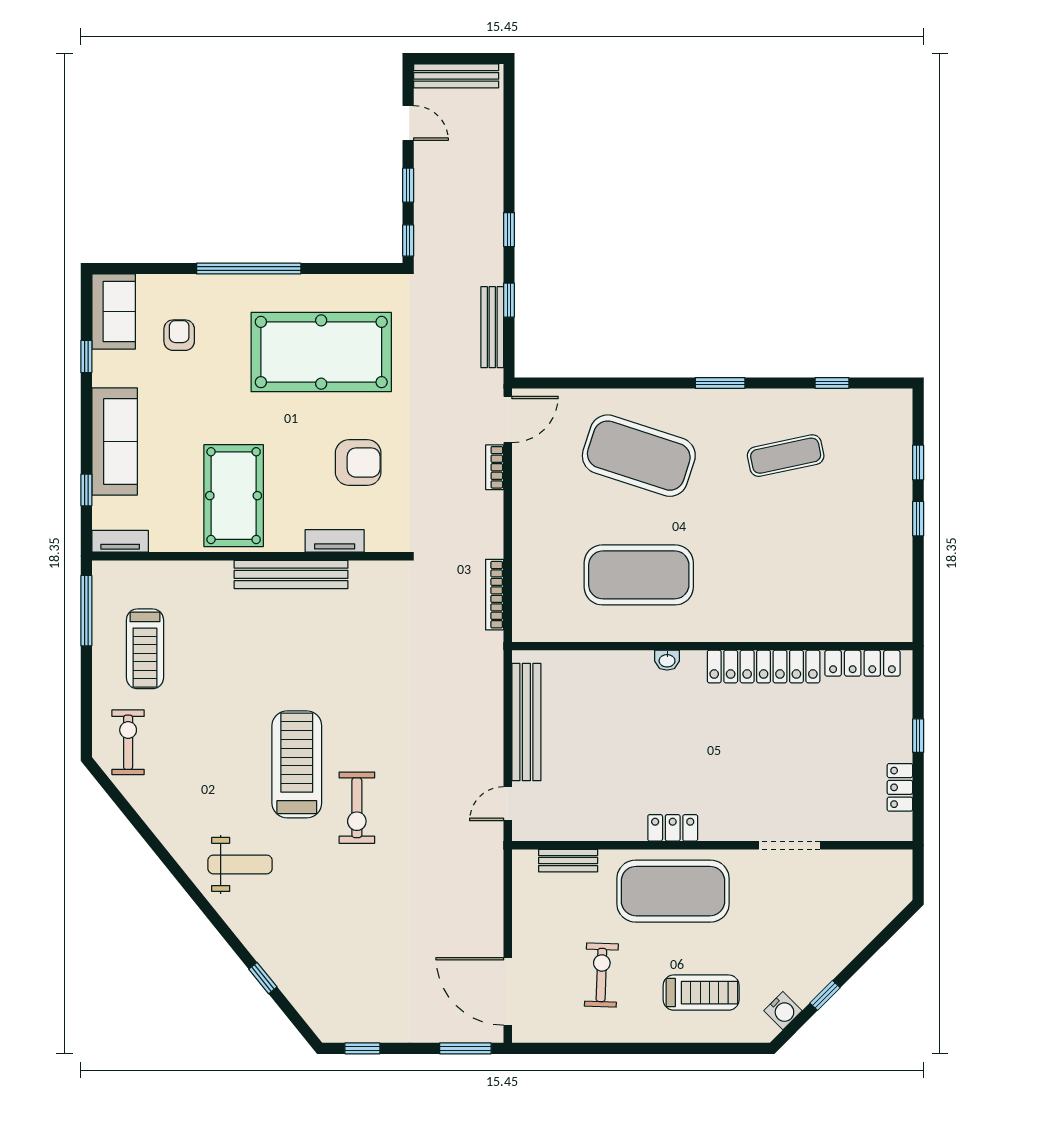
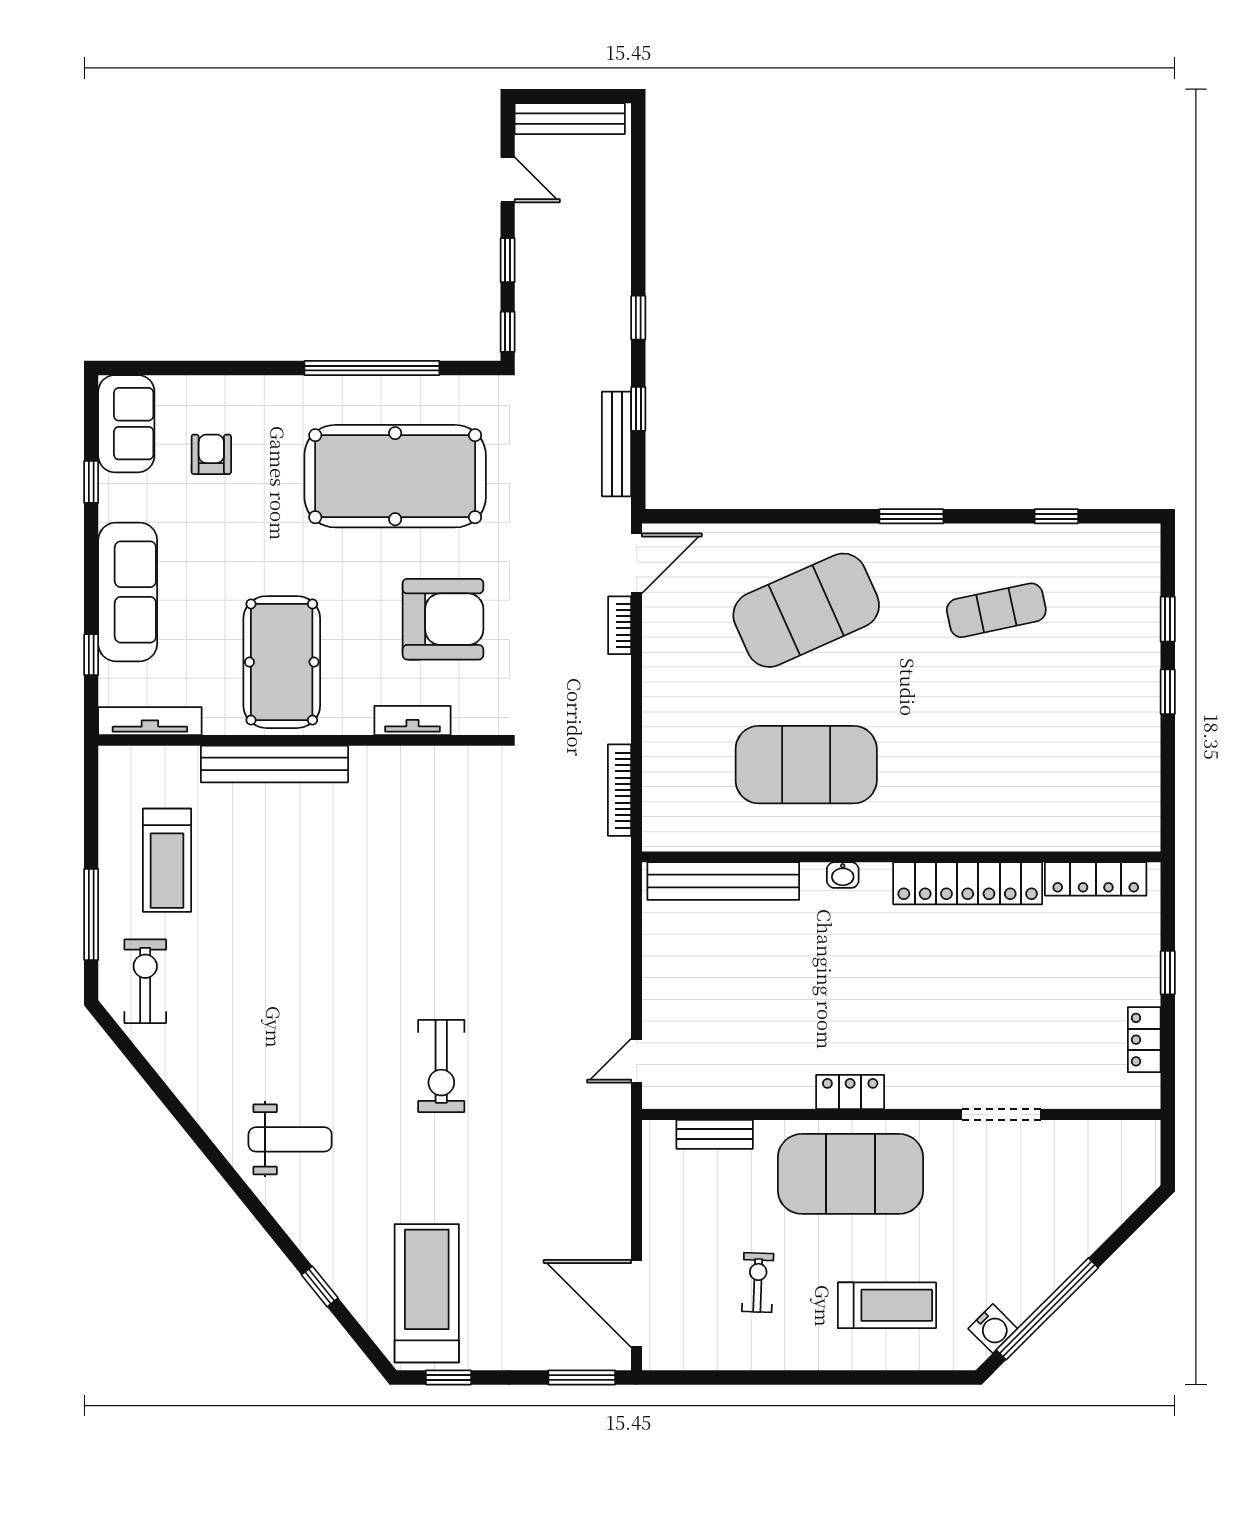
window: (249, 268) -> (372, 368), moved
exercise mat: (639, 456) -> (806, 610), turned -42
armchair: (358, 463) -> (443, 619), width x1.36, depth x1.36
tv unit: (120, 541) -> (150, 721), width x1.41
bench: (291, 574) -> (274, 764), moved
window: (86, 611) -> (91, 914), moved
bench: (526, 722) -> (723, 881), moved, turned 90
treadmill: (297, 764) -> (427, 1293), moved
exercise bike: (601, 975) -> (758, 1283), width x0.73, depth x0.72
window: (825, 995) -> (1047, 1309), width x3.17

